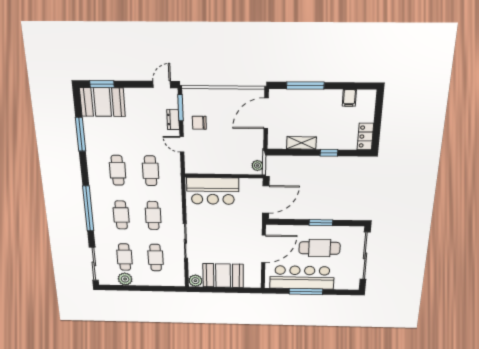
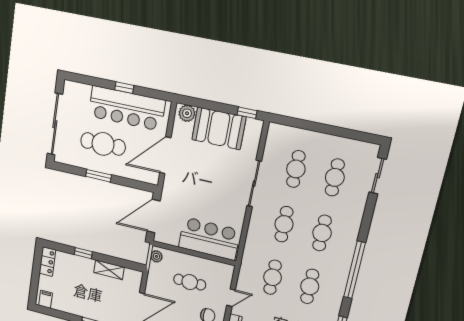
filing cabinet: (349, 98) -> (46, 299), moved
door: (182, 144) -> (231, 298), hinge flipped
cafe table: (222, 150) -> (190, 282), added
window: (88, 209) -> (355, 270), moved
sliding door: (94, 264) -> (378, 176), width x0.73
plant: (125, 279) -> (344, 146), removed
plant: (195, 281) -> (187, 113), moved
window: (204, 289) -> (247, 113), added
window: (306, 292) -> (124, 88), width x0.46

